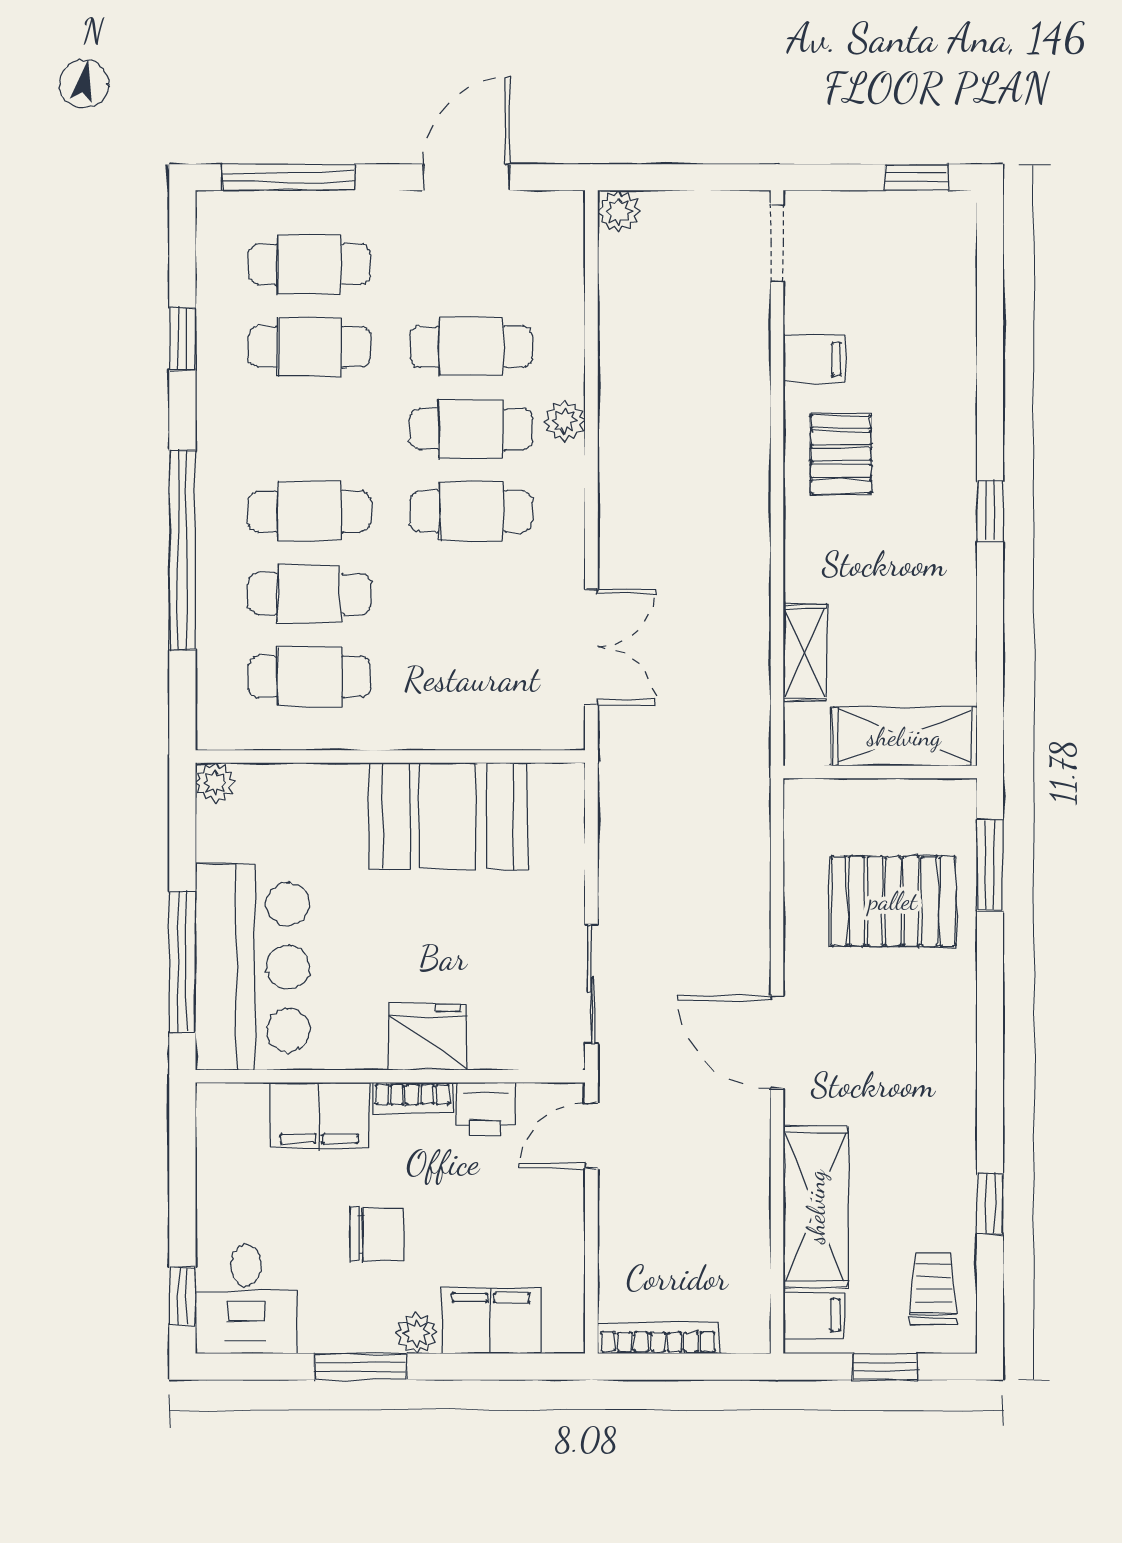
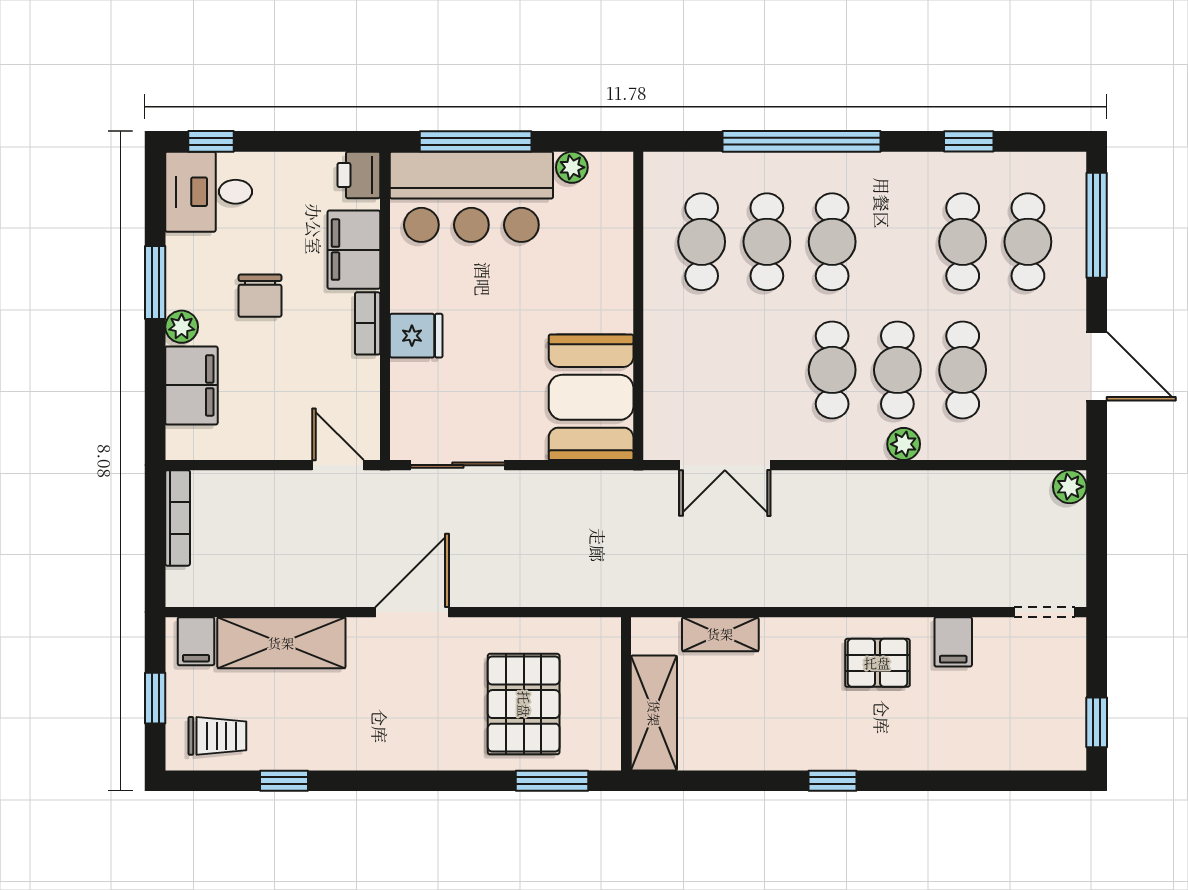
plant: (215, 783) -> (572, 167), moved
booth: (448, 816) -> (591, 397), moved
fridge: (428, 1037) -> (416, 336), width x0.72
printer: (485, 1109) -> (359, 175), moved

